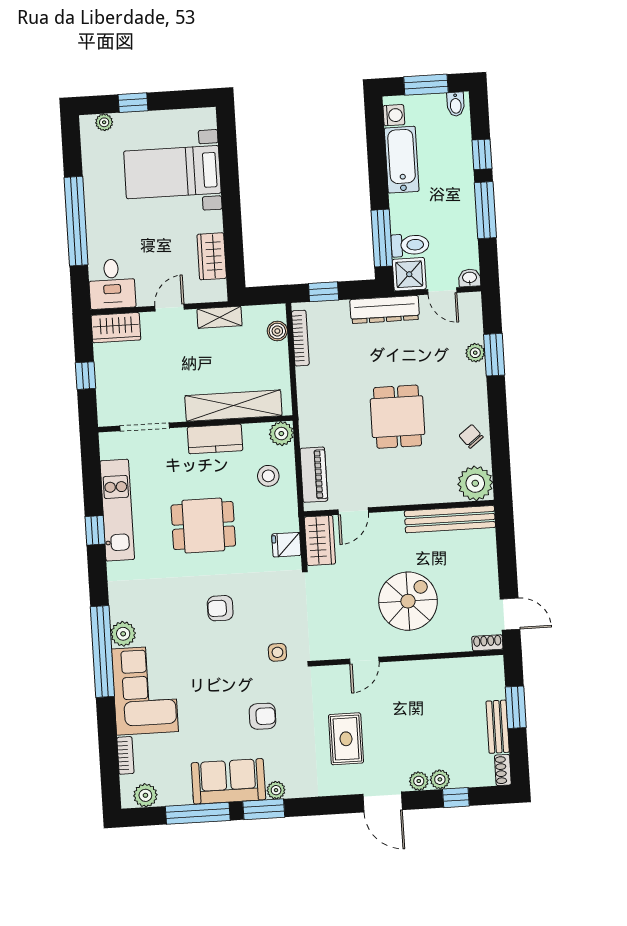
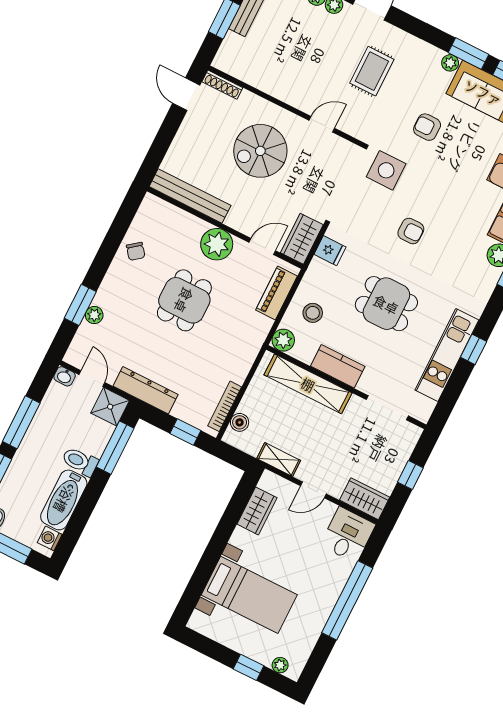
toilet: (410, 245) -> (80, 461), moved
plant: (475, 483) -> (217, 244), moved
shoe rack: (487, 643) -> (222, 85), width x1.43
side table: (277, 652) -> (386, 170), width x1.87, depth x1.87

